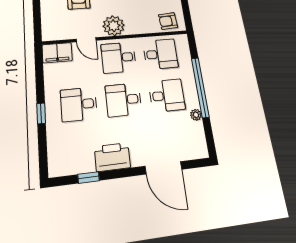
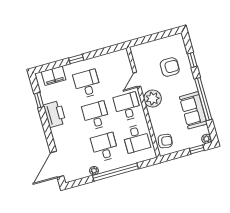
armchair: (168, 21) -> (165, 141), turned 102
filing cabinet: (57, 53) -> (54, 76), moved, turned -90
desk: (167, 95) -> (105, 147), turned 180
door: (163, 168) -> (57, 164), moved

